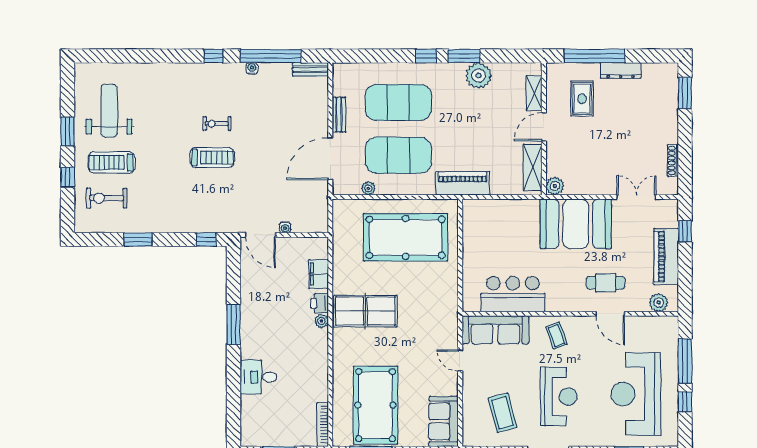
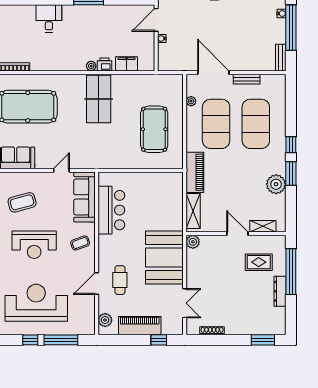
shelving: (533, 167) -> (193, 211), moved, turned 90
pool table: (406, 237) -> (154, 129), width x0.73, depth x0.76

